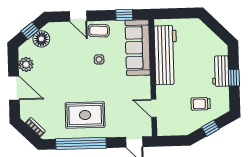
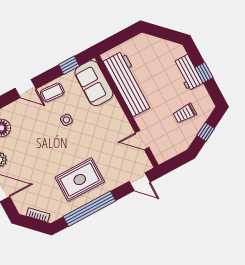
sofa: (138, 48) -> (94, 83), width x0.73

